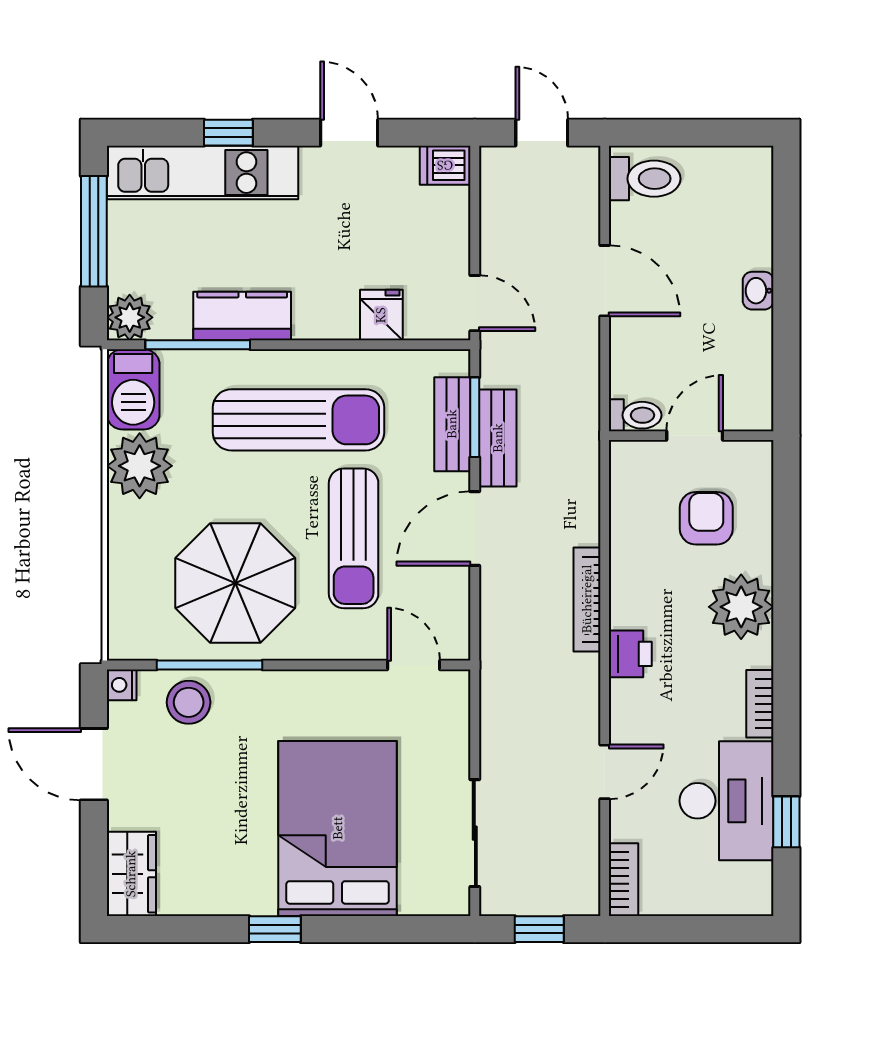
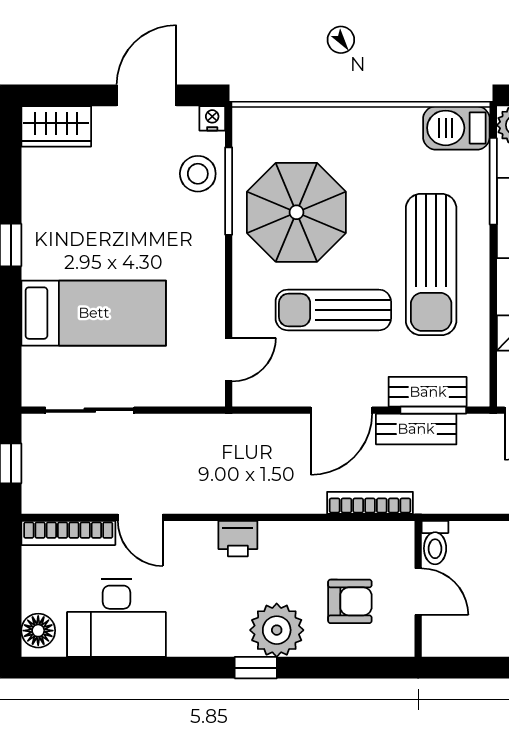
plant: (140, 466) -> (393, 133), removed
door: (475, 529) -> (341, 410), swing flipped
bookcase: (587, 599) -> (370, 503), moved
bookcase: (760, 704) -> (197, 646), removed
window: (786, 822) -> (256, 668), moved
bed: (338, 828) -> (94, 313), width x0.67
bookcase: (624, 880) -> (68, 533), width x1.56
floor lamp: (742, 896) -> (38, 631), added

